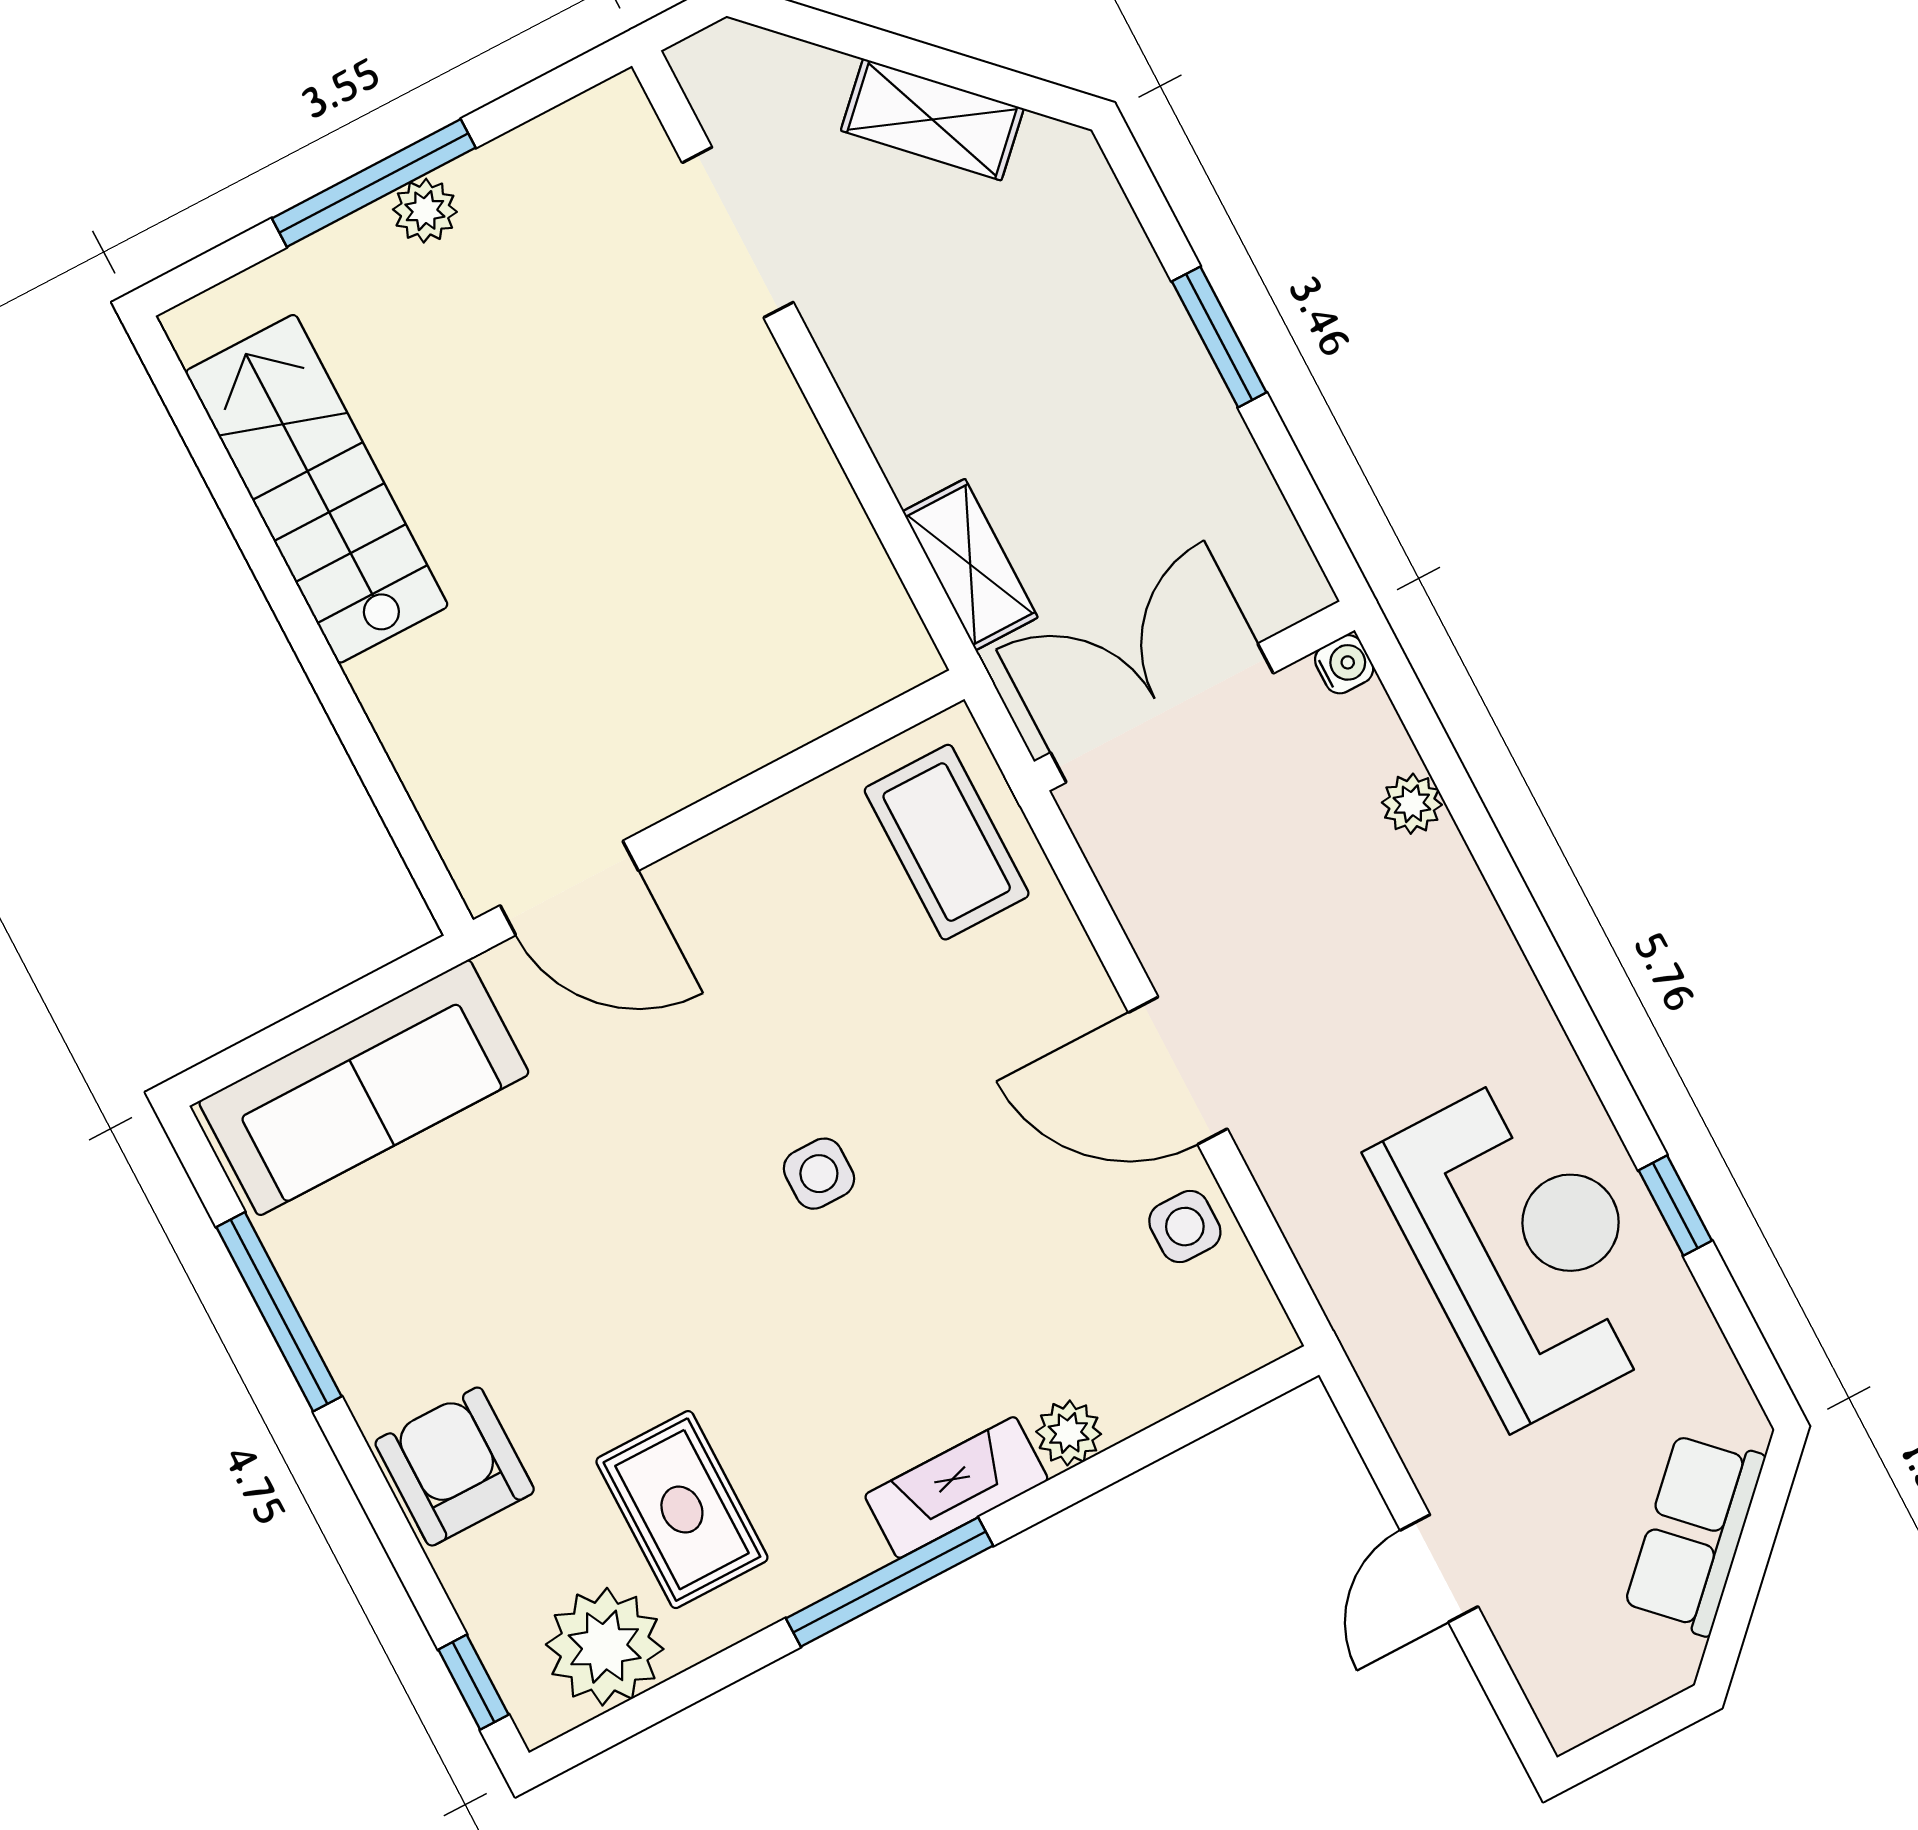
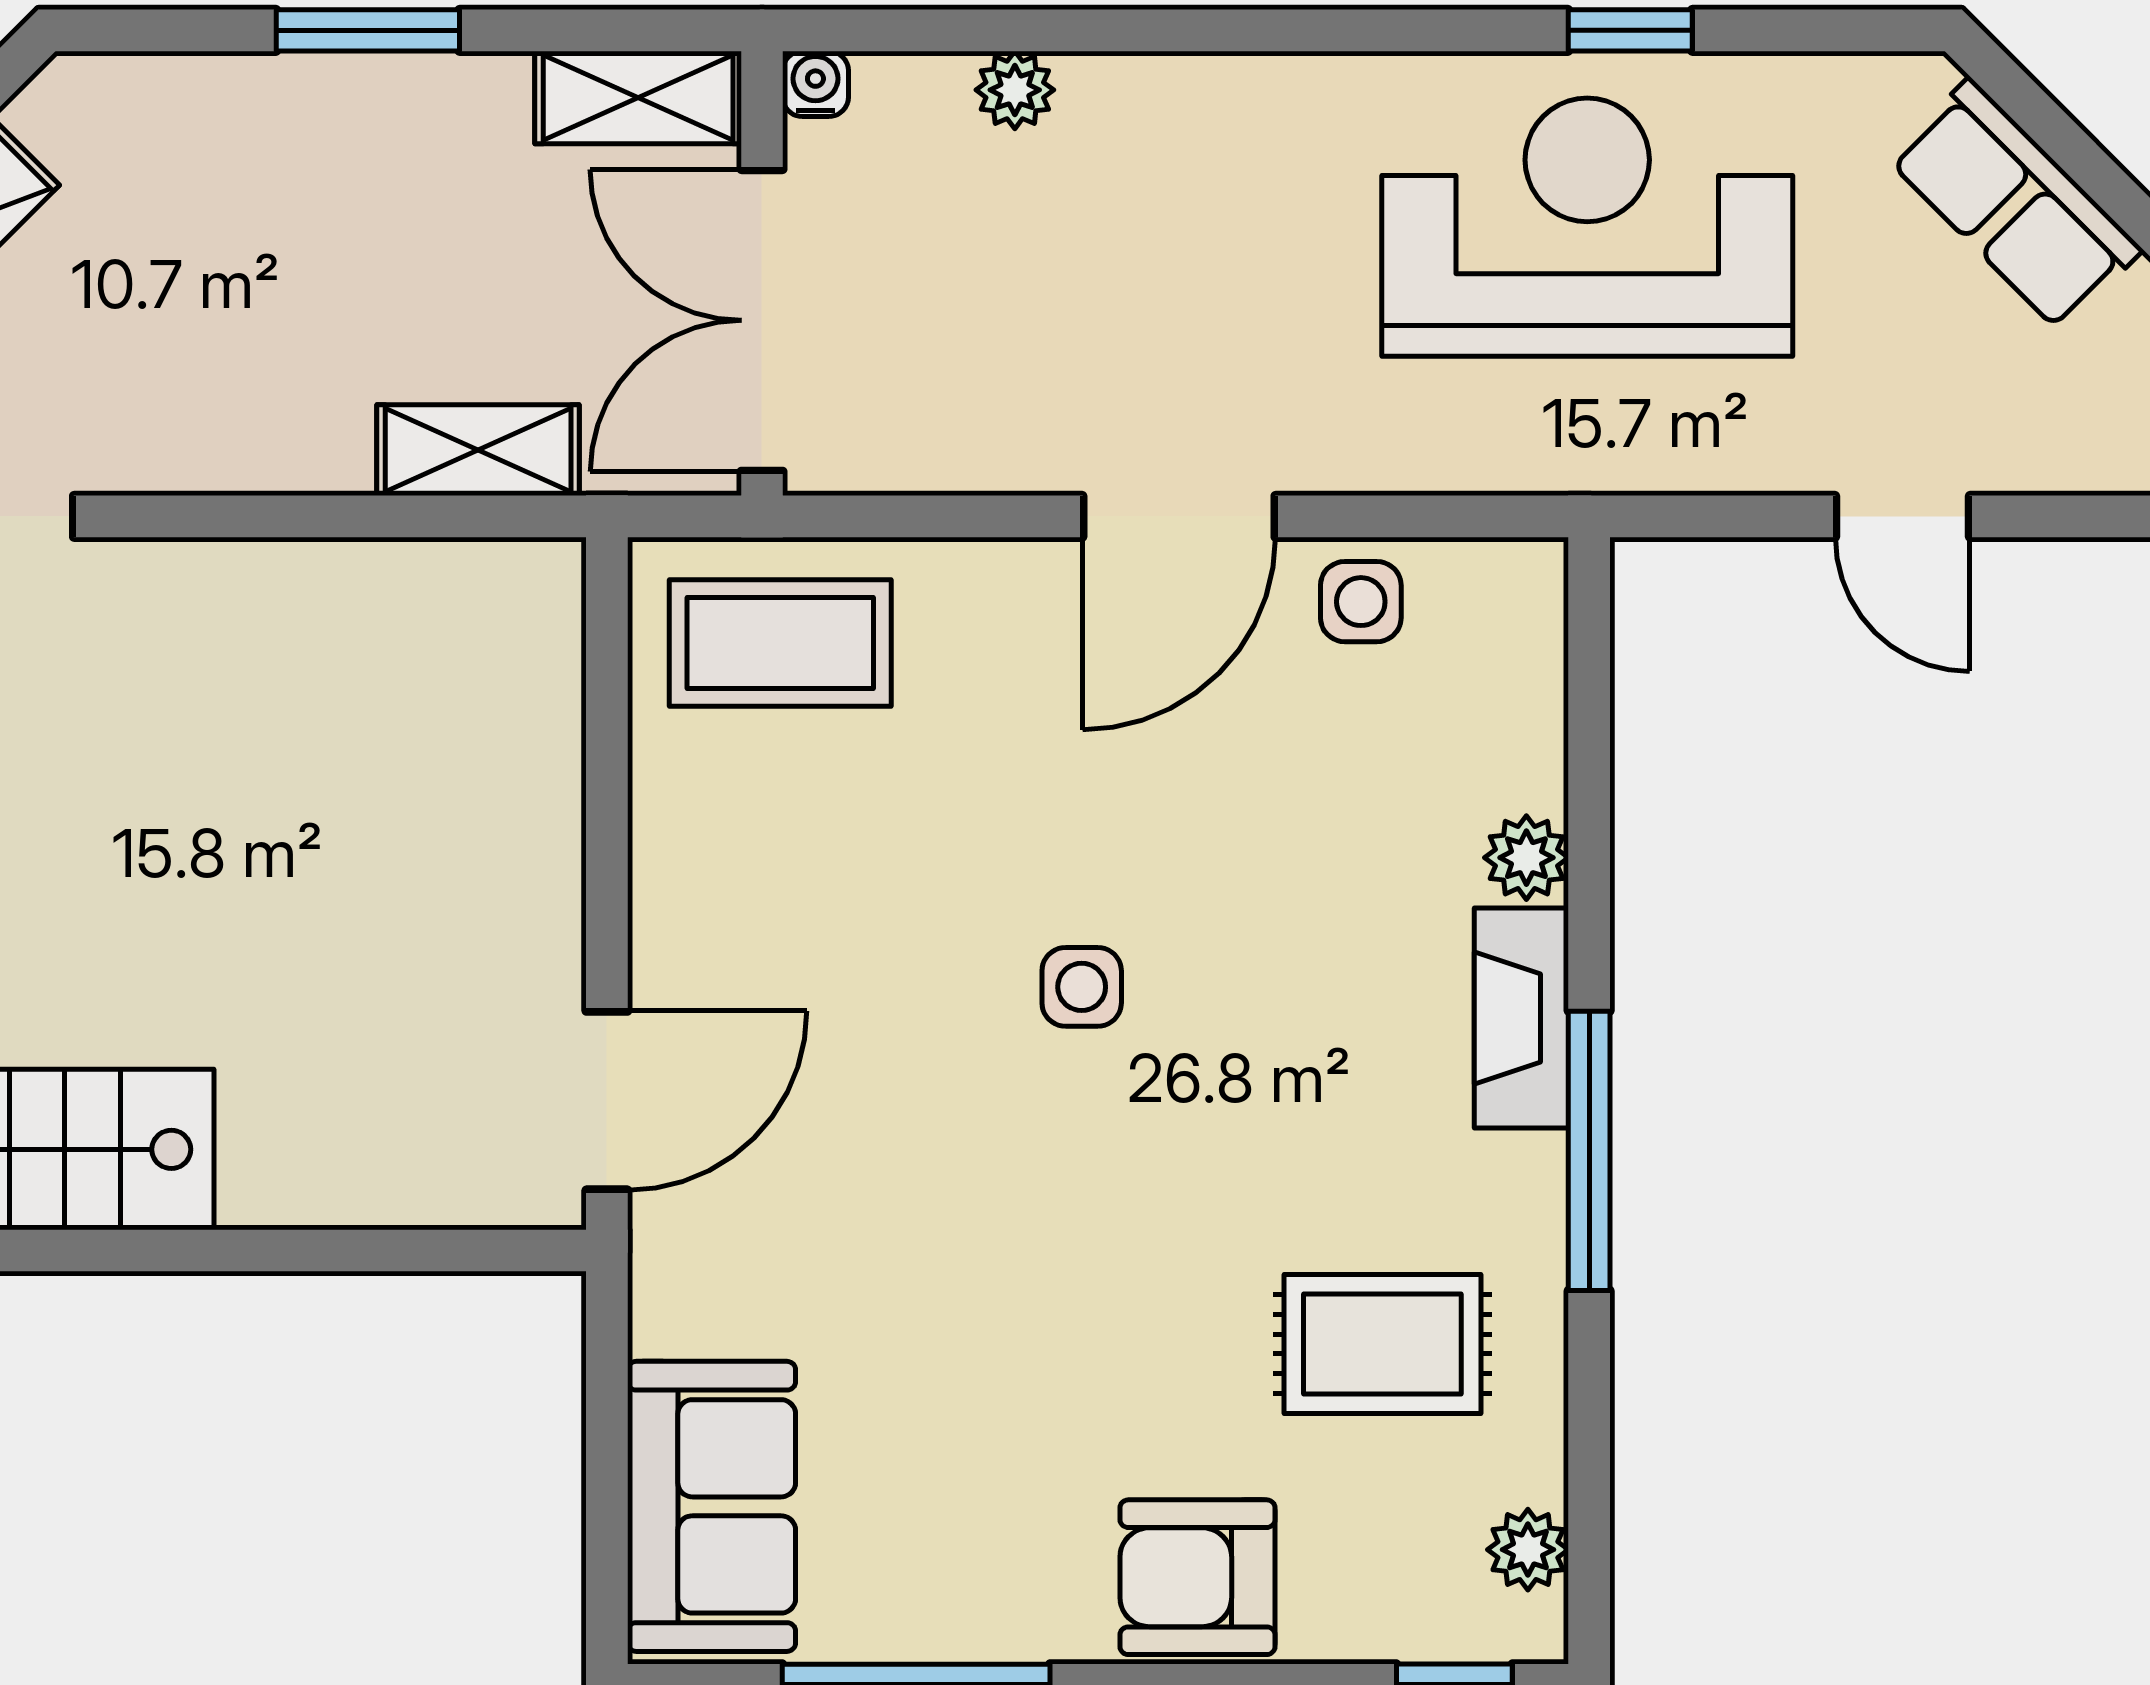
shelving: (1271, 547) -> (638, 97), added
sofa: (364, 1088) -> (712, 1506), width x0.73
plant: (605, 1647) -> (1528, 1550), width x0.53, depth x0.53

